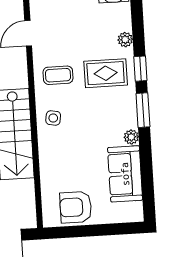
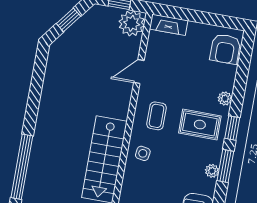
coffee table: (58, 75) -> (156, 116), turned 90
plant: (131, 137) -> (212, 171), moved

